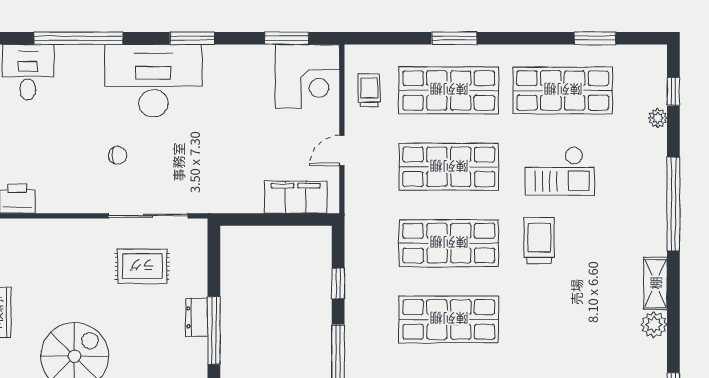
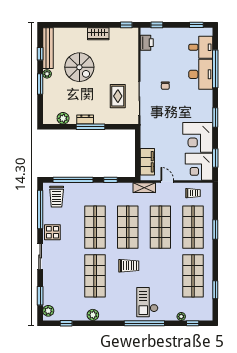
corner desk: (239, 79) -> (198, 137), added
desk: (153, 81) -> (201, 74), moved, width x0.73, depth x0.77
checkout: (560, 171) -> (147, 302), moved
shelving: (655, 283) -> (144, 188), moved
dresser: (197, 317) -> (85, 119), moved
shop shelf: (563, 319) -> (95, 276), added

